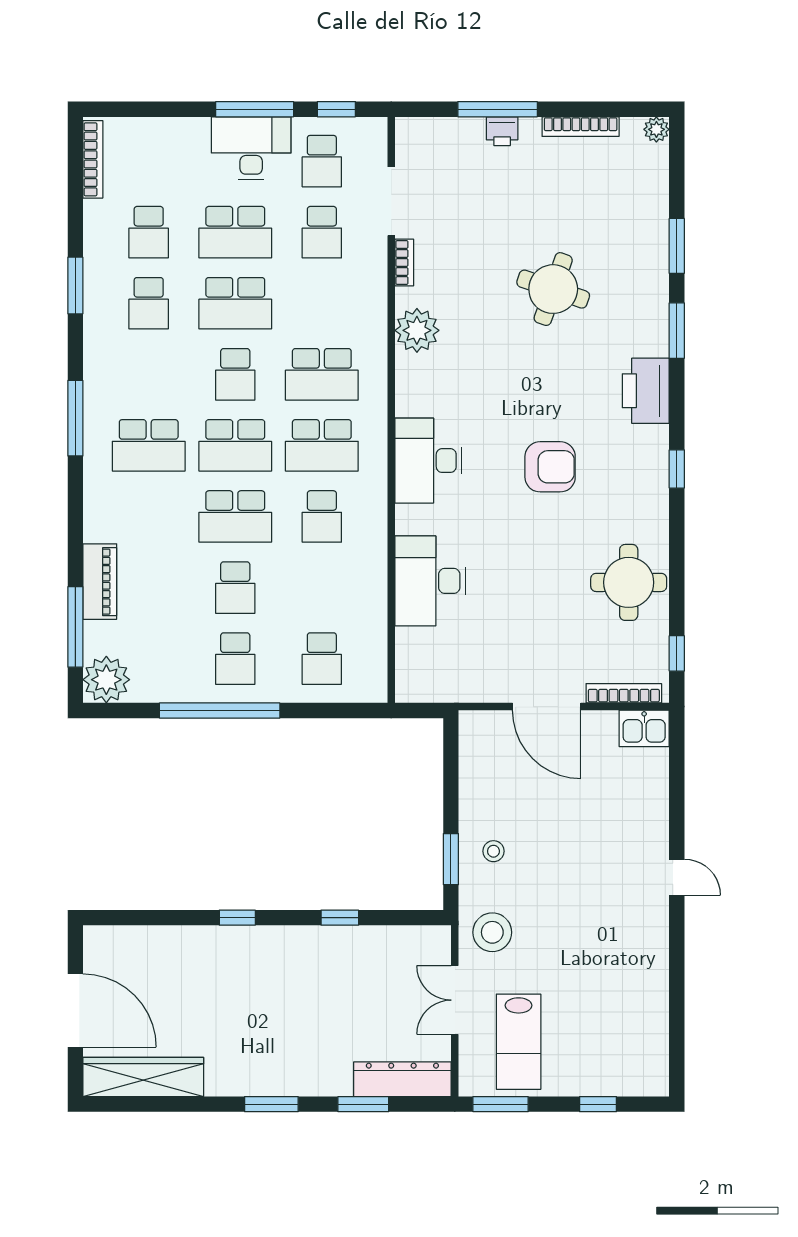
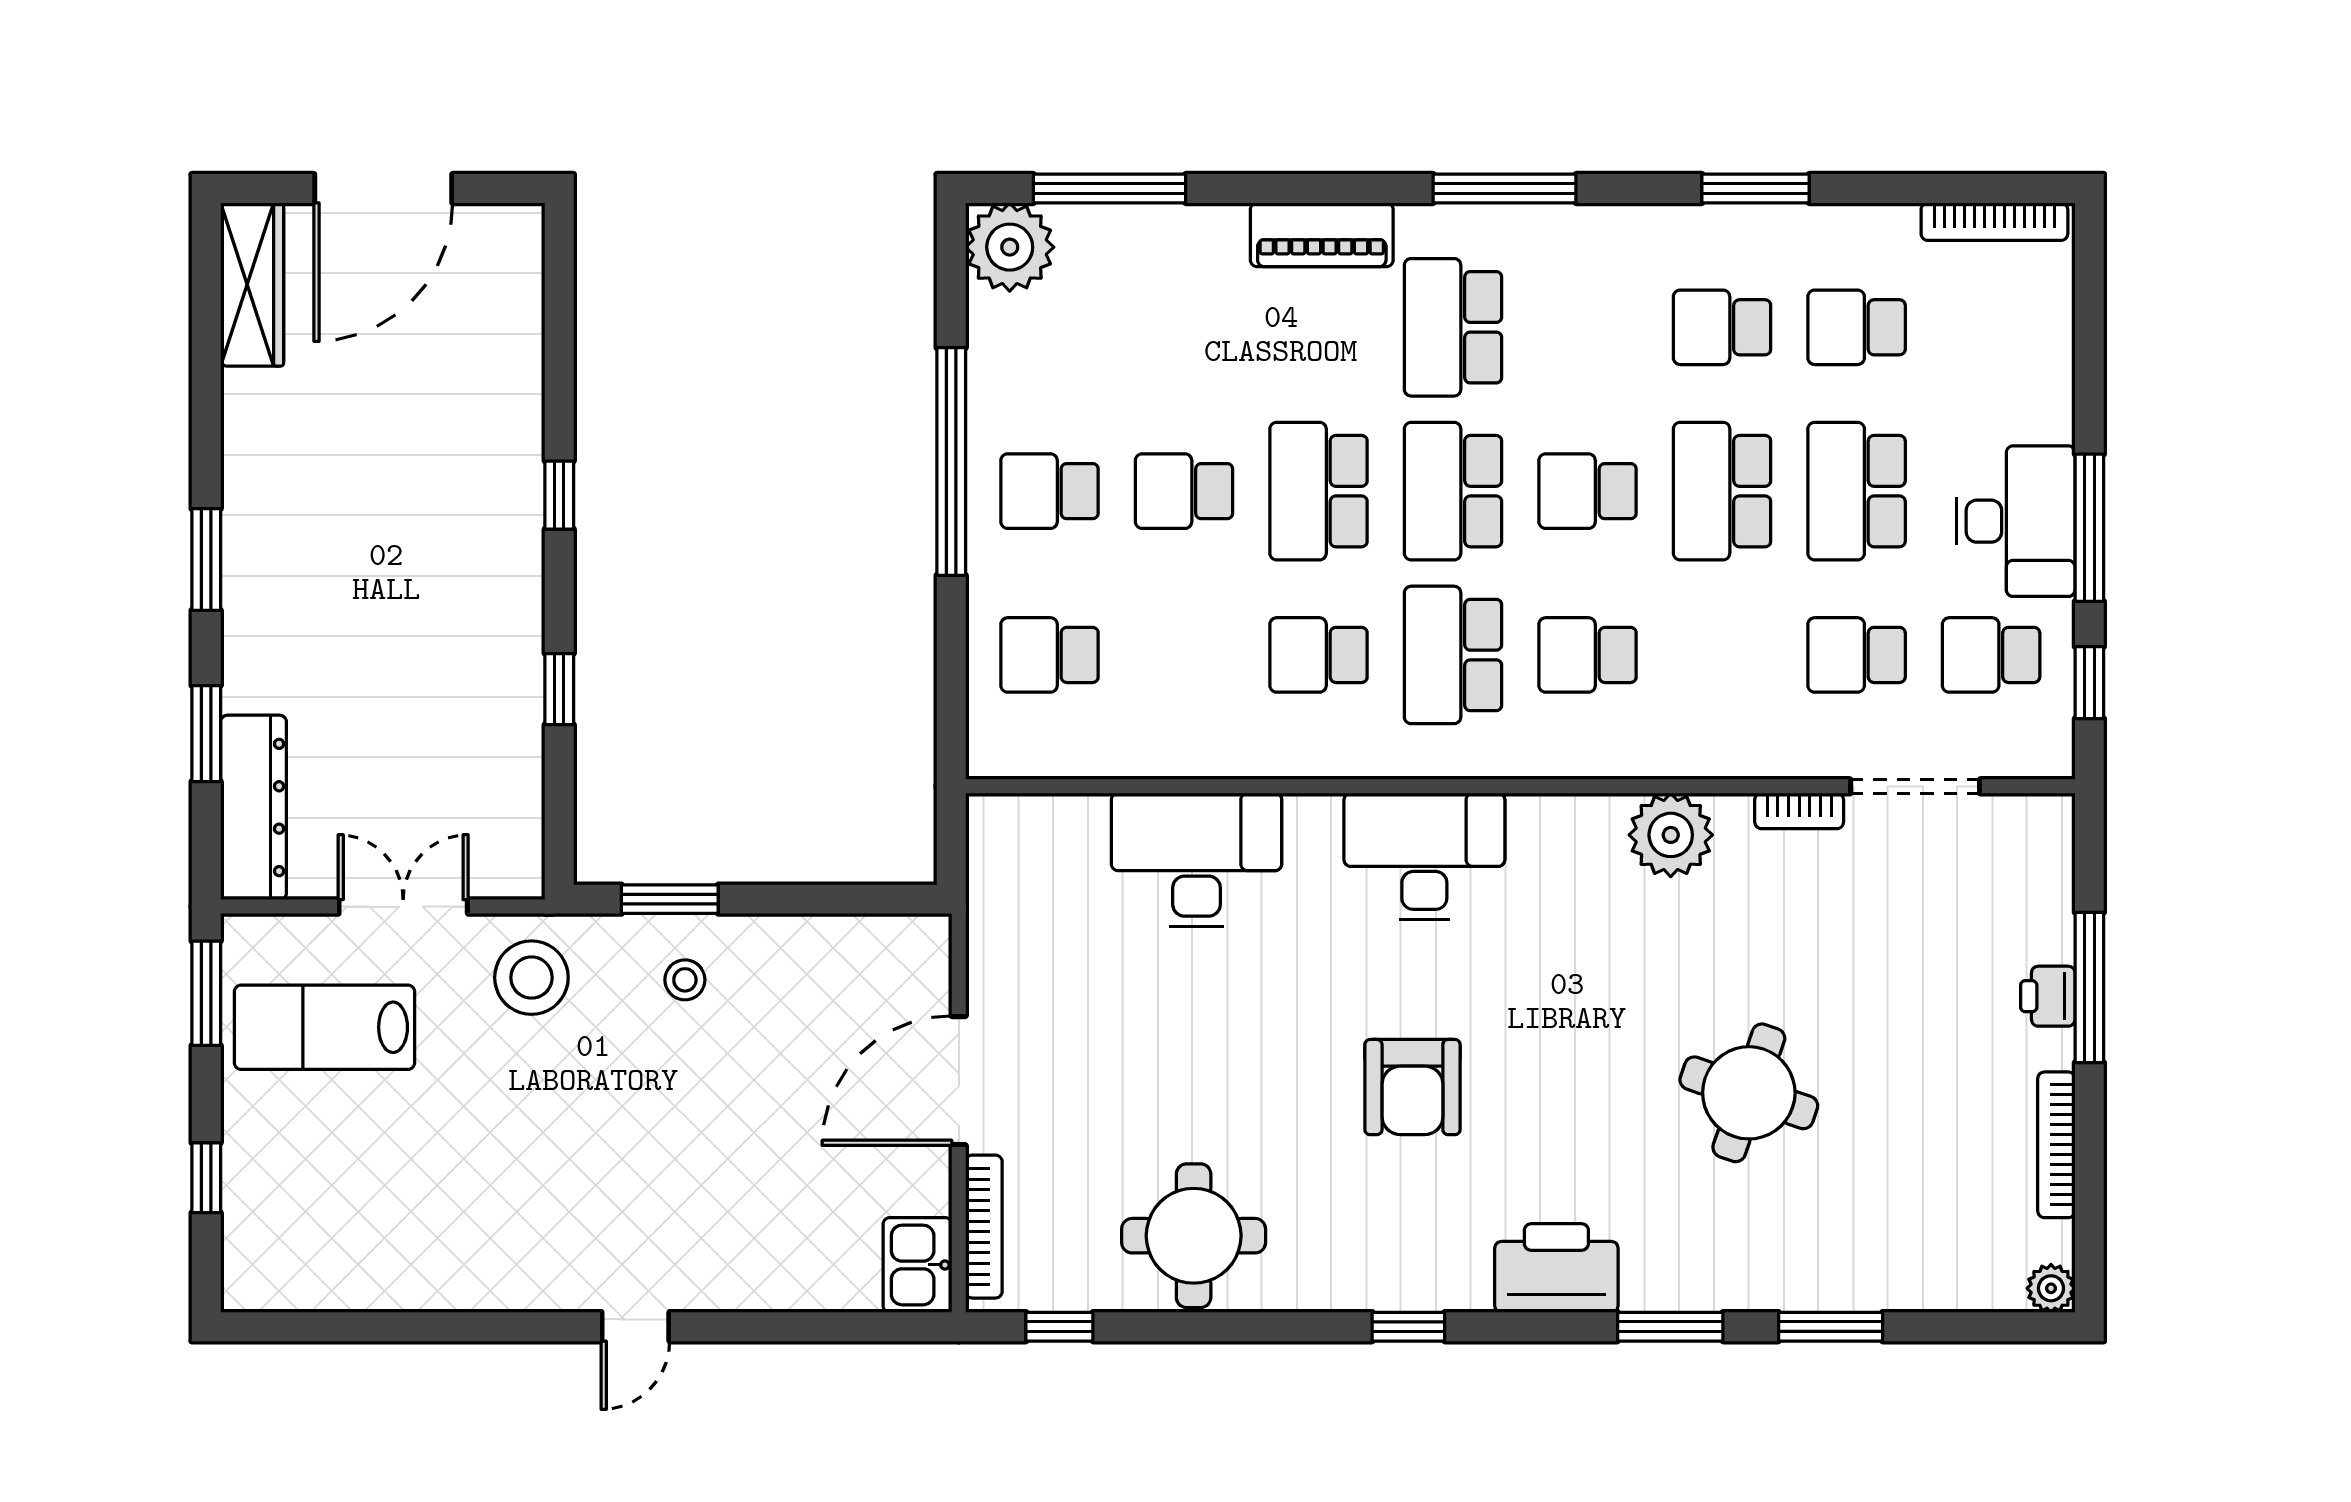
school desk: (322, 374) -> (1588, 655), width x0.54
piano: (100, 582) -> (1322, 235), moved
wardrobe: (143, 1077) -> (252, 284), width x0.71, depth x0.85

